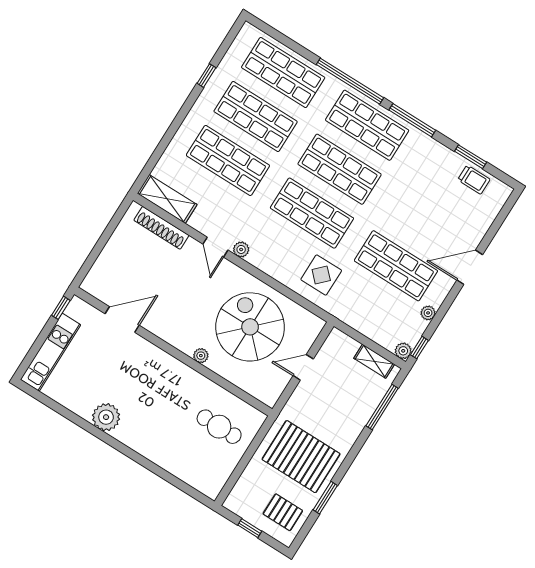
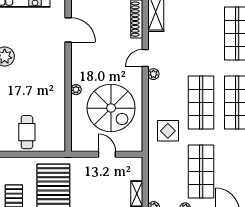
shop shelf: (228, 160) -> (201, 33), removed
spiral stairs: (250, 327) -> (111, 108), turned 90
cafe table: (219, 427) -> (27, 132), moved

